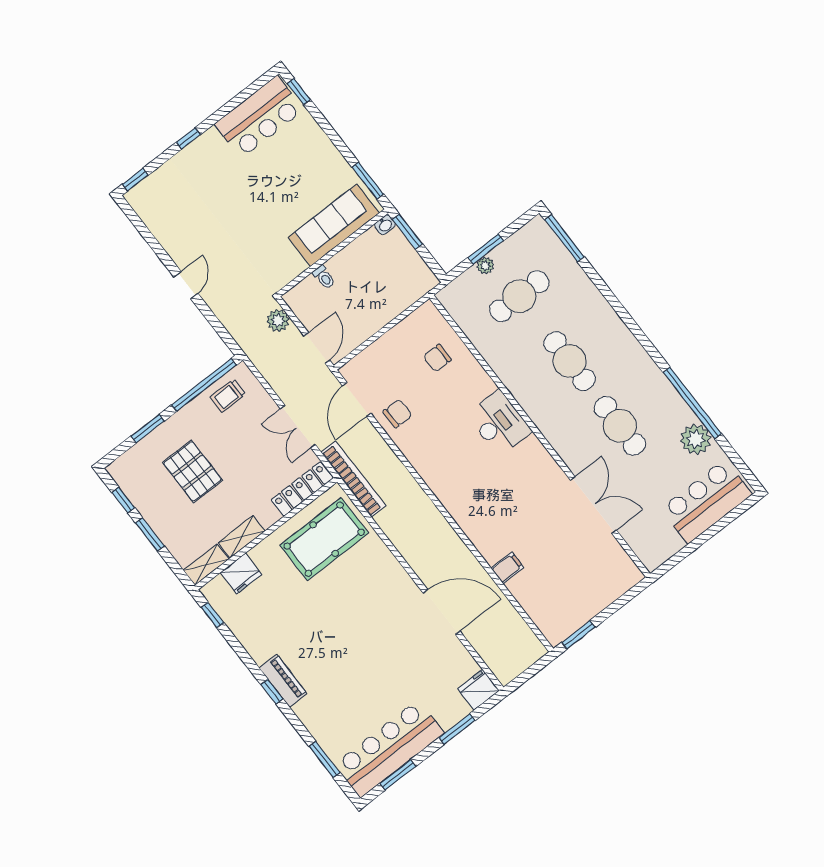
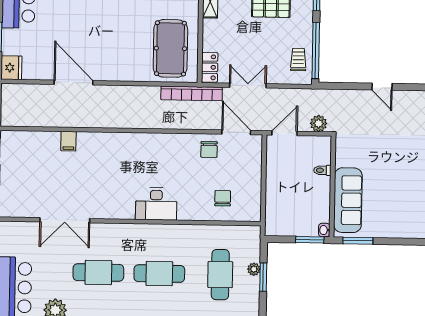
door: (317, 348) -> (284, 133), swing flipped
locker: (302, 489) -> (210, 67), width x0.66
door: (442, 612) -> (73, 82), swing flipped

